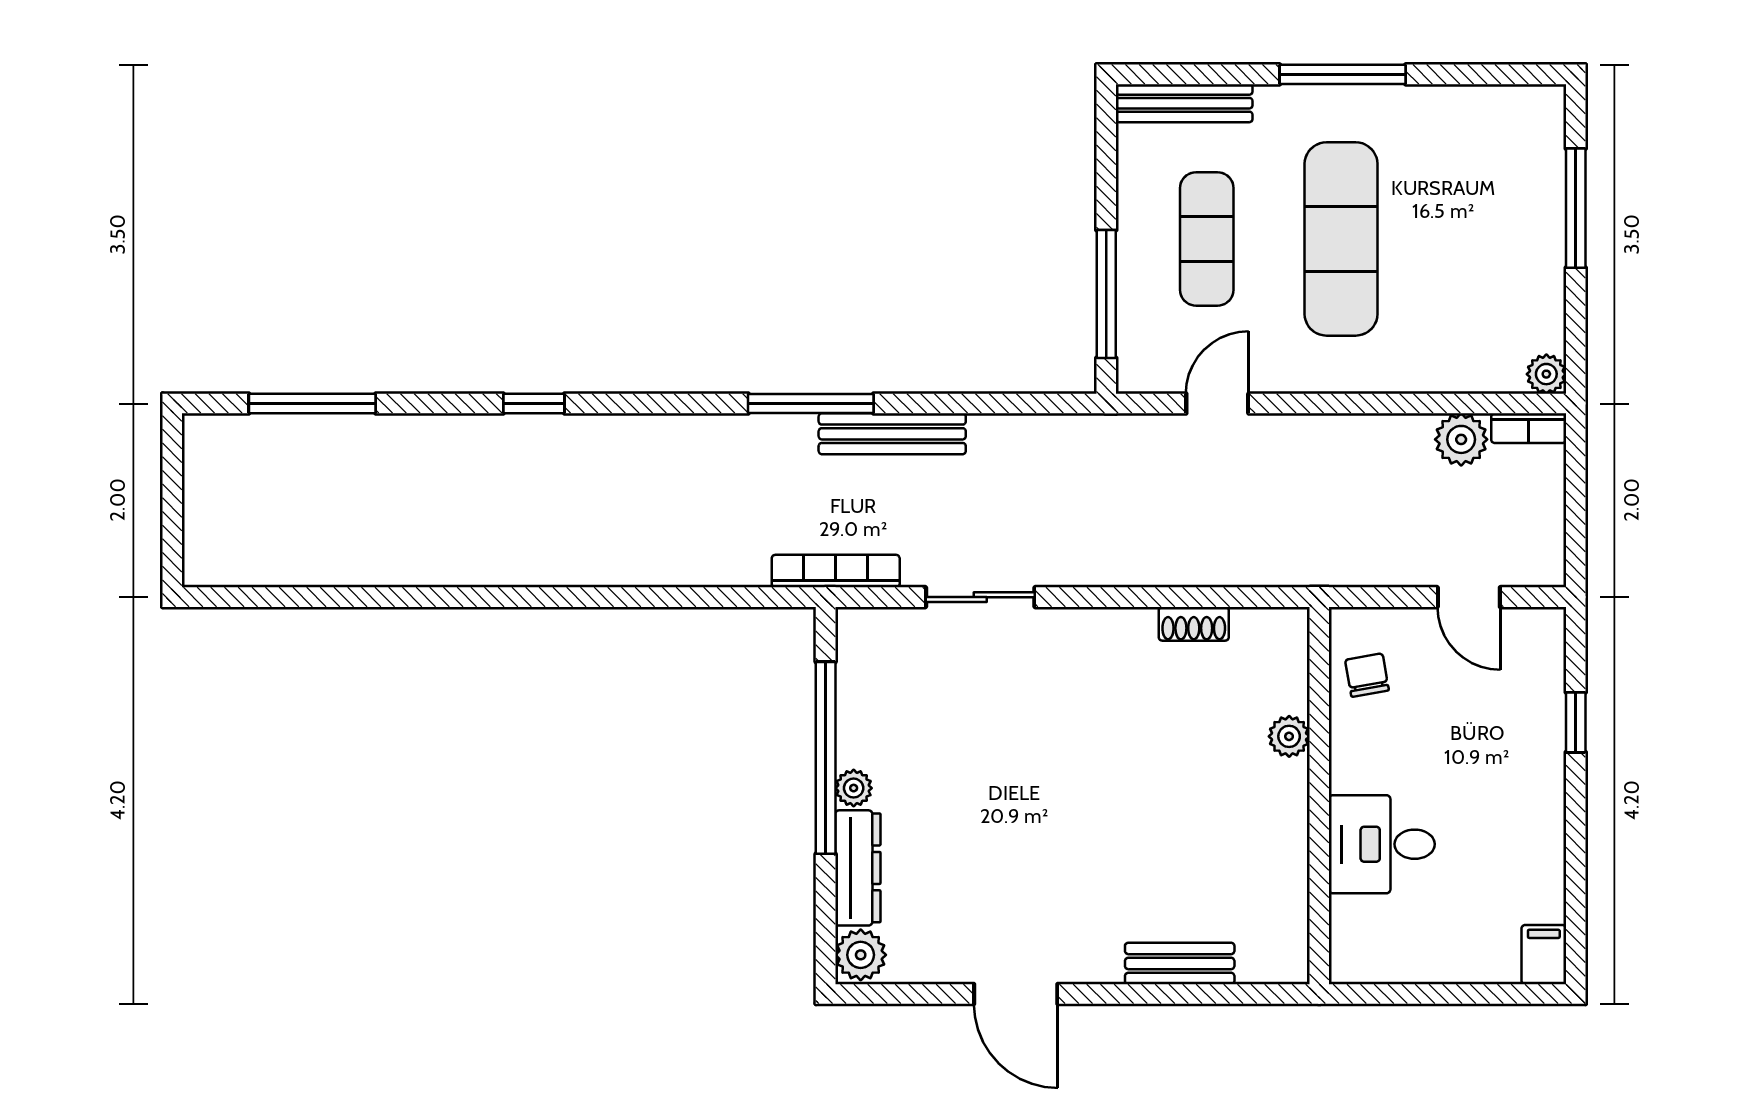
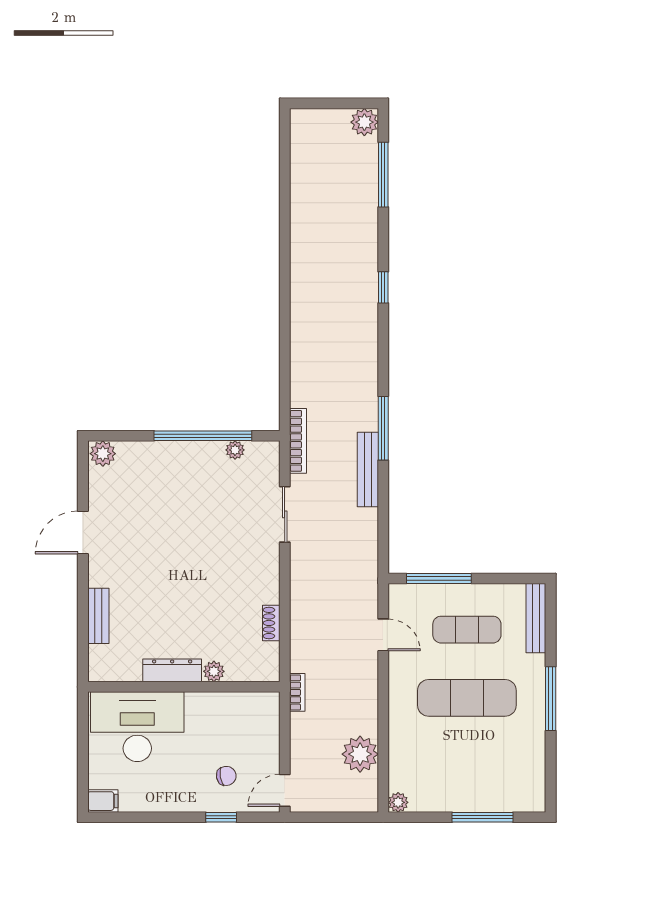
bookcase: (1529, 428) -> (297, 692), moved, turned 180
plant: (1461, 439) -> (360, 754), width x1.36, depth x1.36
plant: (209, 440) -> (364, 122), added
door: (1469, 597) -> (285, 790), moved
chair: (1367, 675) -> (226, 776), moved
plant: (854, 788) -> (235, 450), moved
desk: (1382, 844) -> (137, 727), width x1.87, depth x1.30
dresser: (858, 868) -> (172, 670), moved, turned 180

